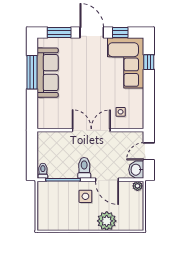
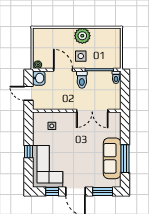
window: (149, 62) -> (28, 152), moved
double door: (91, 130) -> (92, 111), moved
door: (149, 151) -> (28, 93), swing flipped
plant: (107, 221) -> (82, 36), moved

